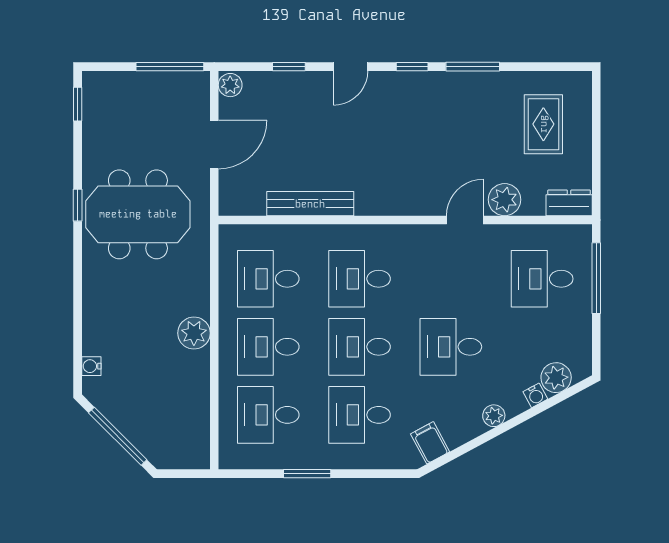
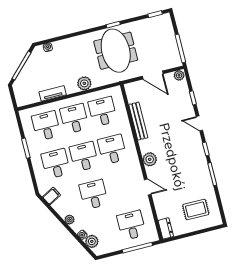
plant: (505, 200) -> (150, 159), moved
plant: (194, 333) -> (84, 83), moved
tv unit: (199, 382) -> (53, 93), added

